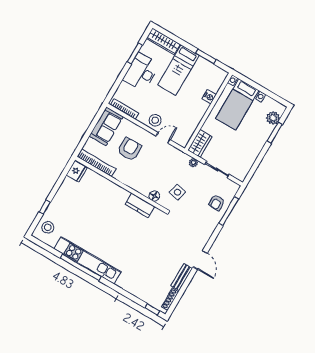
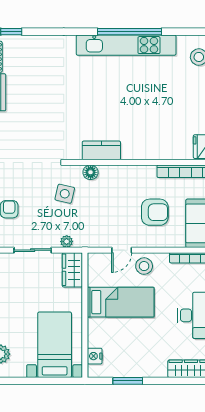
bed: (178, 70) -> (121, 302), moved, turned 90
nightstand: (209, 97) -> (95, 356), moved
armchair: (130, 149) -> (155, 212), turned -89

